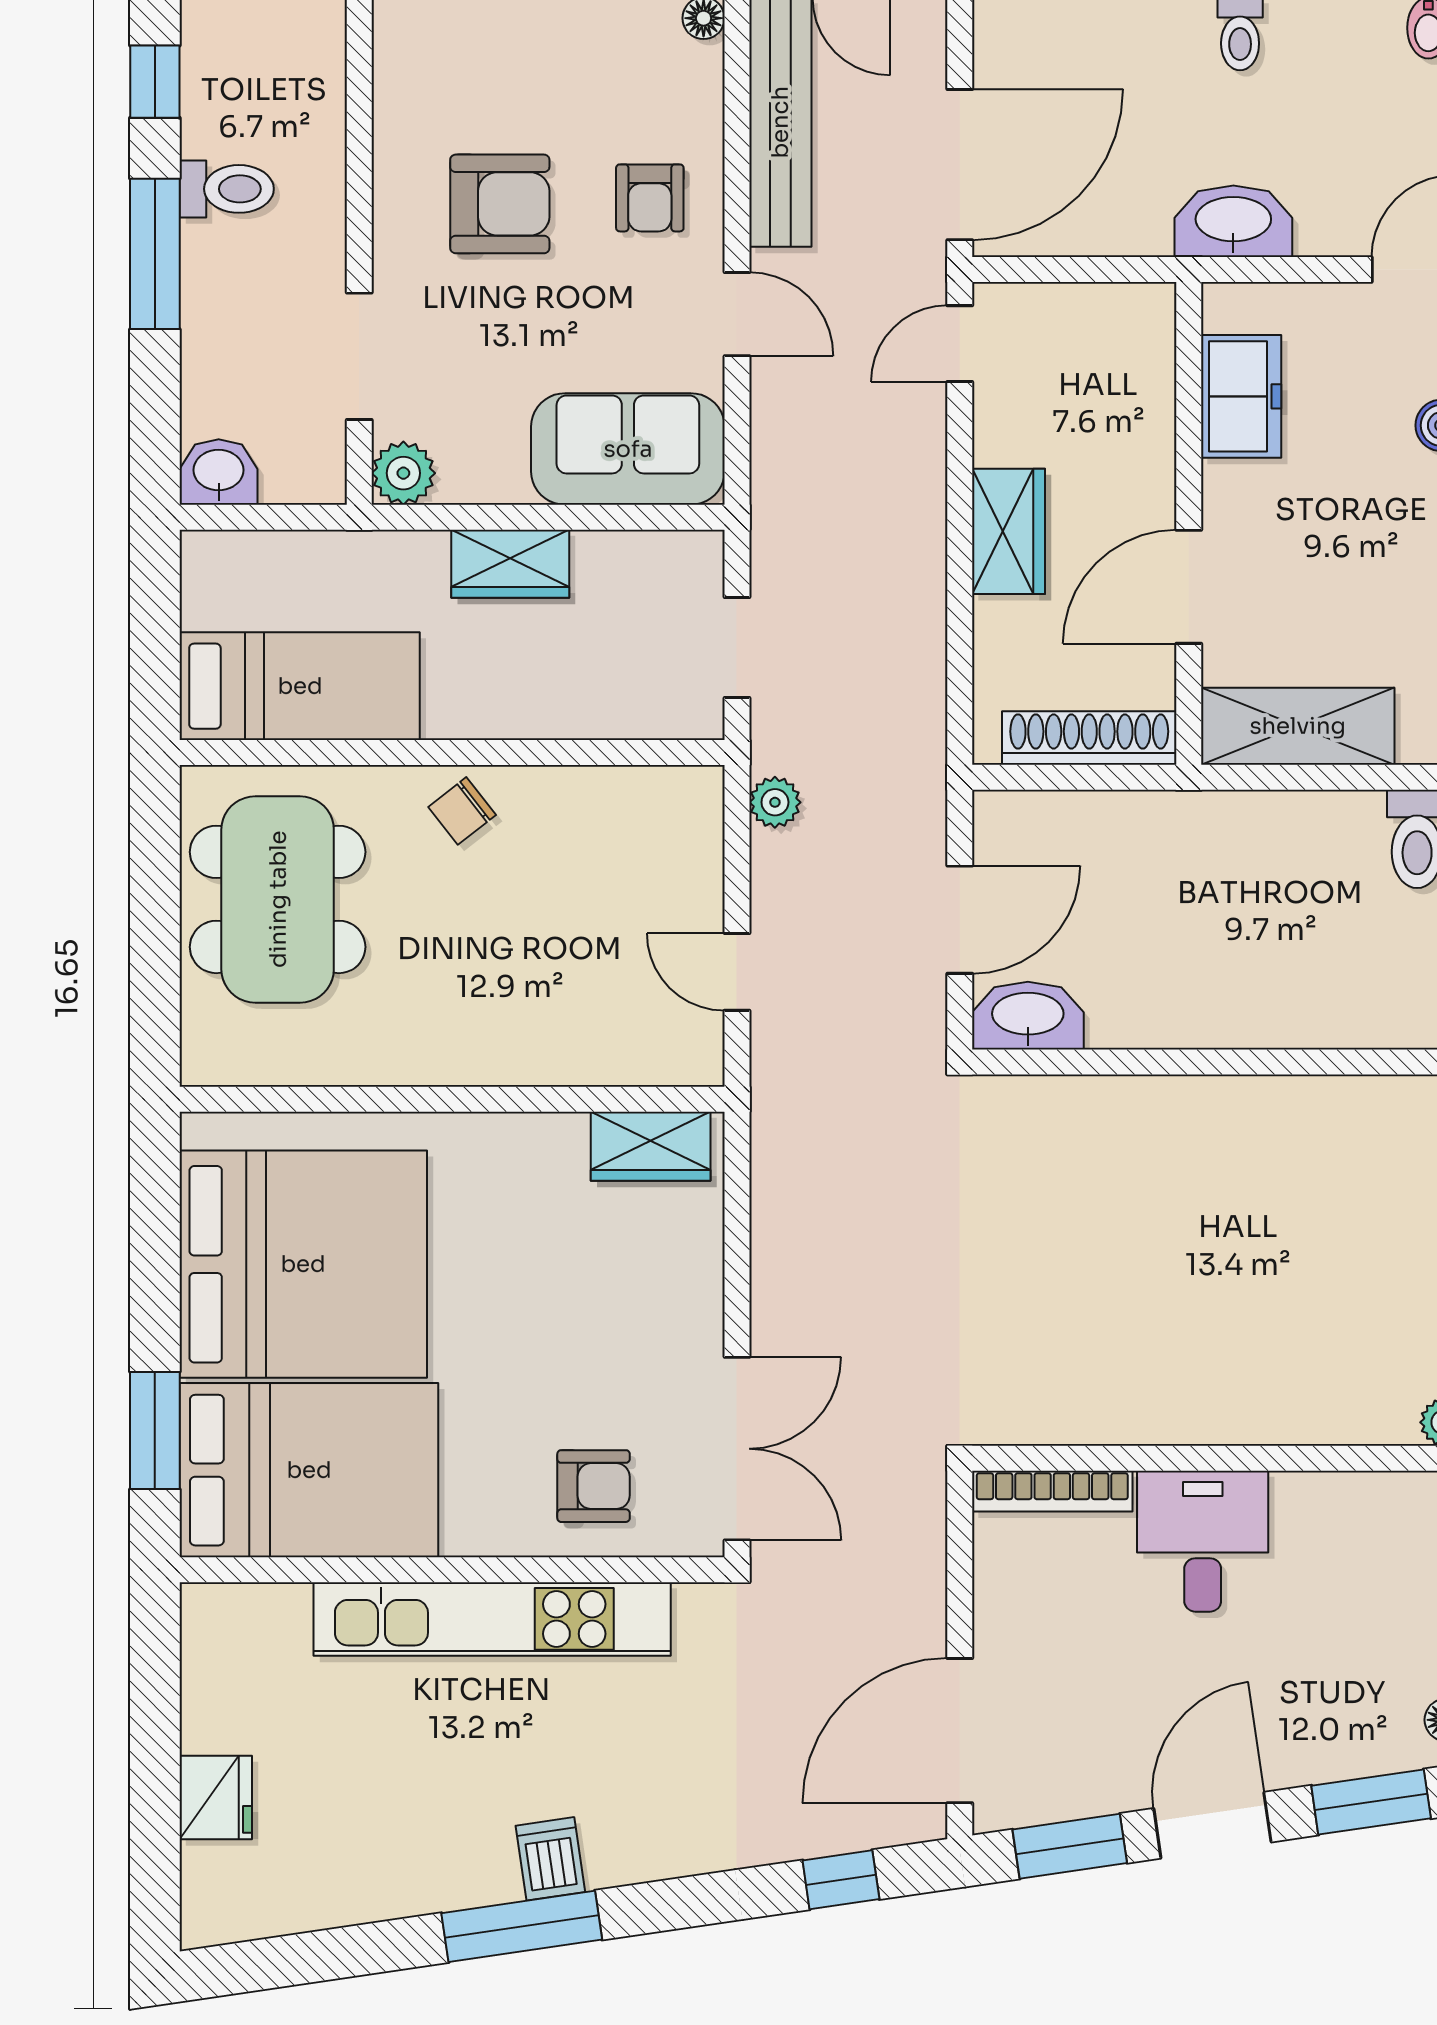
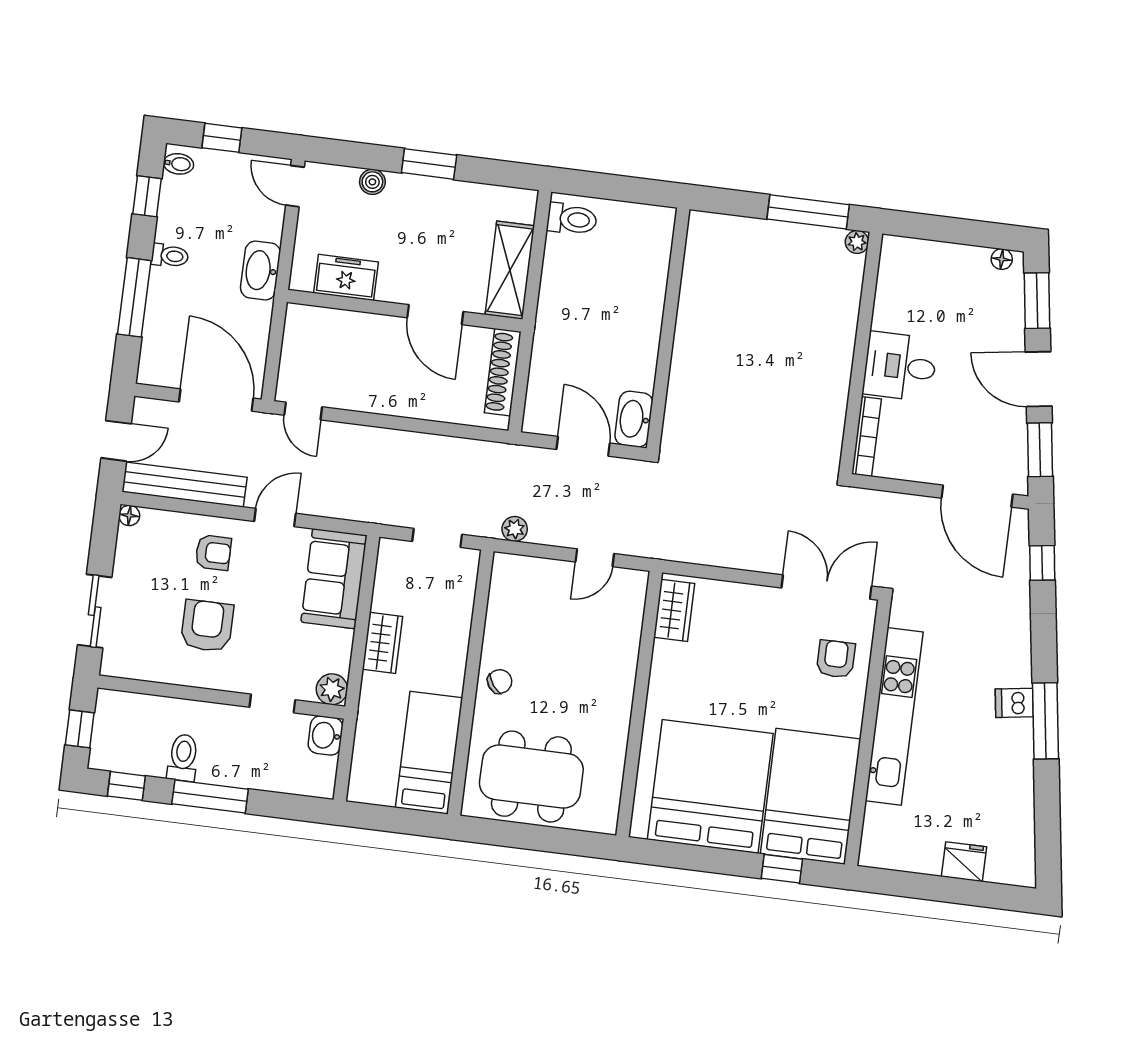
doorway: (359, 356) -> (272, 704), width x0.73
washbasin: (219, 472) -> (326, 735), moved
wardrobe: (1009, 531) -> (397, 399), removed
chair: (462, 811) -> (500, 681), turned -88
window: (155, 1431) -> (782, 869), width x0.67

